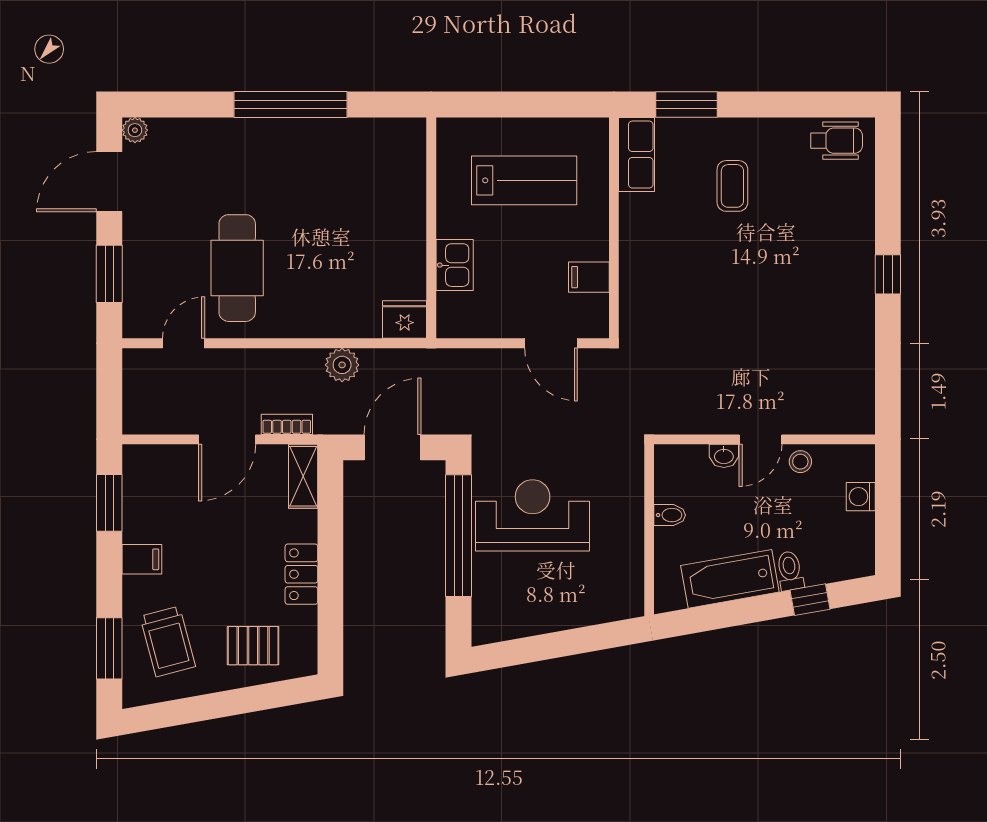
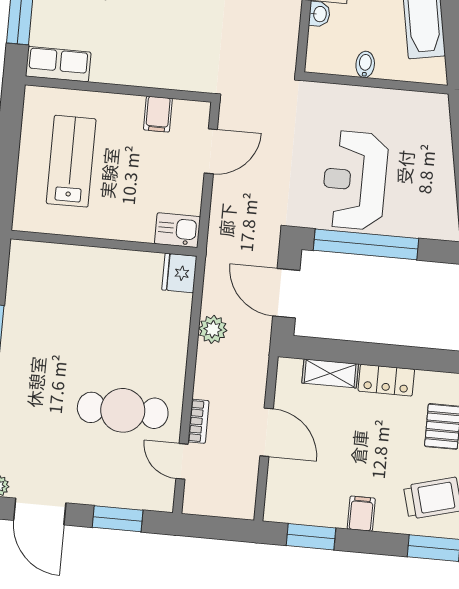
kitchen sink: (455, 265) -> (178, 230), moved
bookcase: (287, 424) -> (198, 421), moved, turned 180
shelving: (303, 476) -> (330, 373), moved

